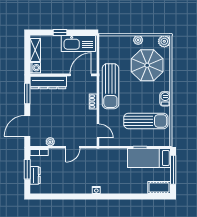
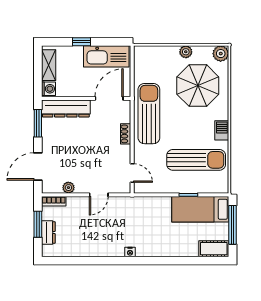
sun lounger: (110, 86) -> (149, 114), turned 180

